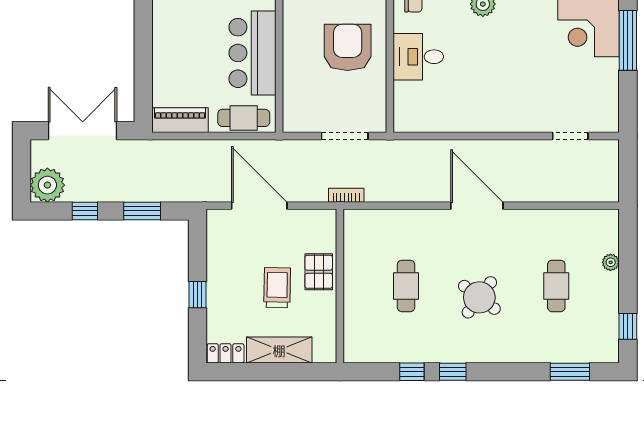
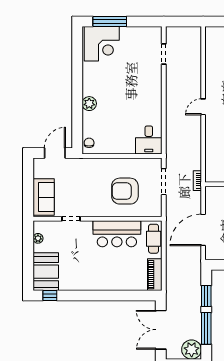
armchair: (348, 47) -> (125, 191), moved
desk: (418, 57) -> (149, 140), moved
door: (477, 206) -> (203, 107), width x0.53
window: (85, 211) -> (206, 328), width x2.17

